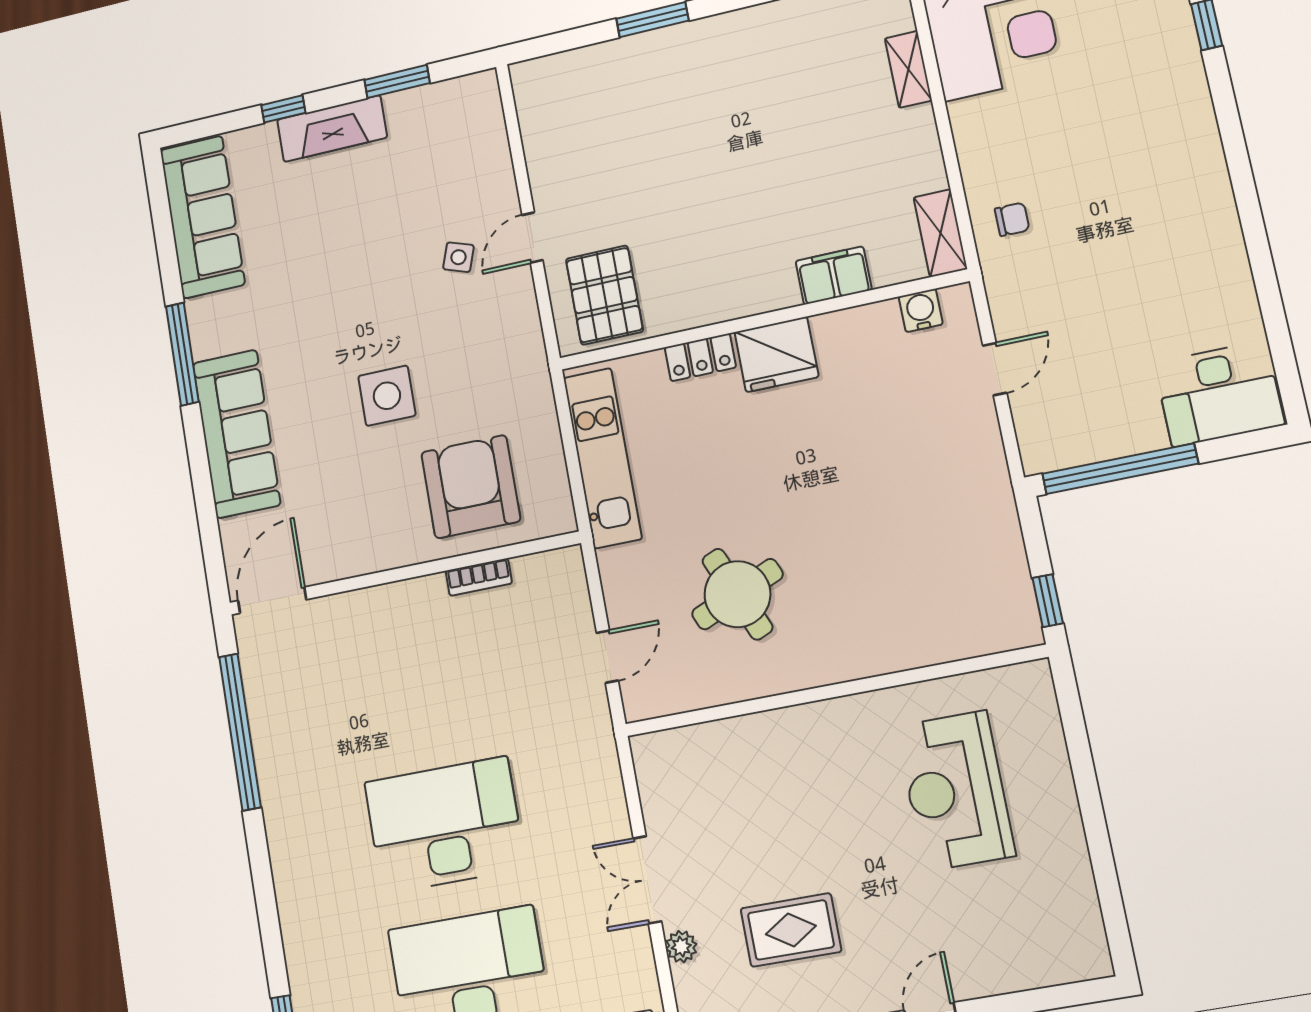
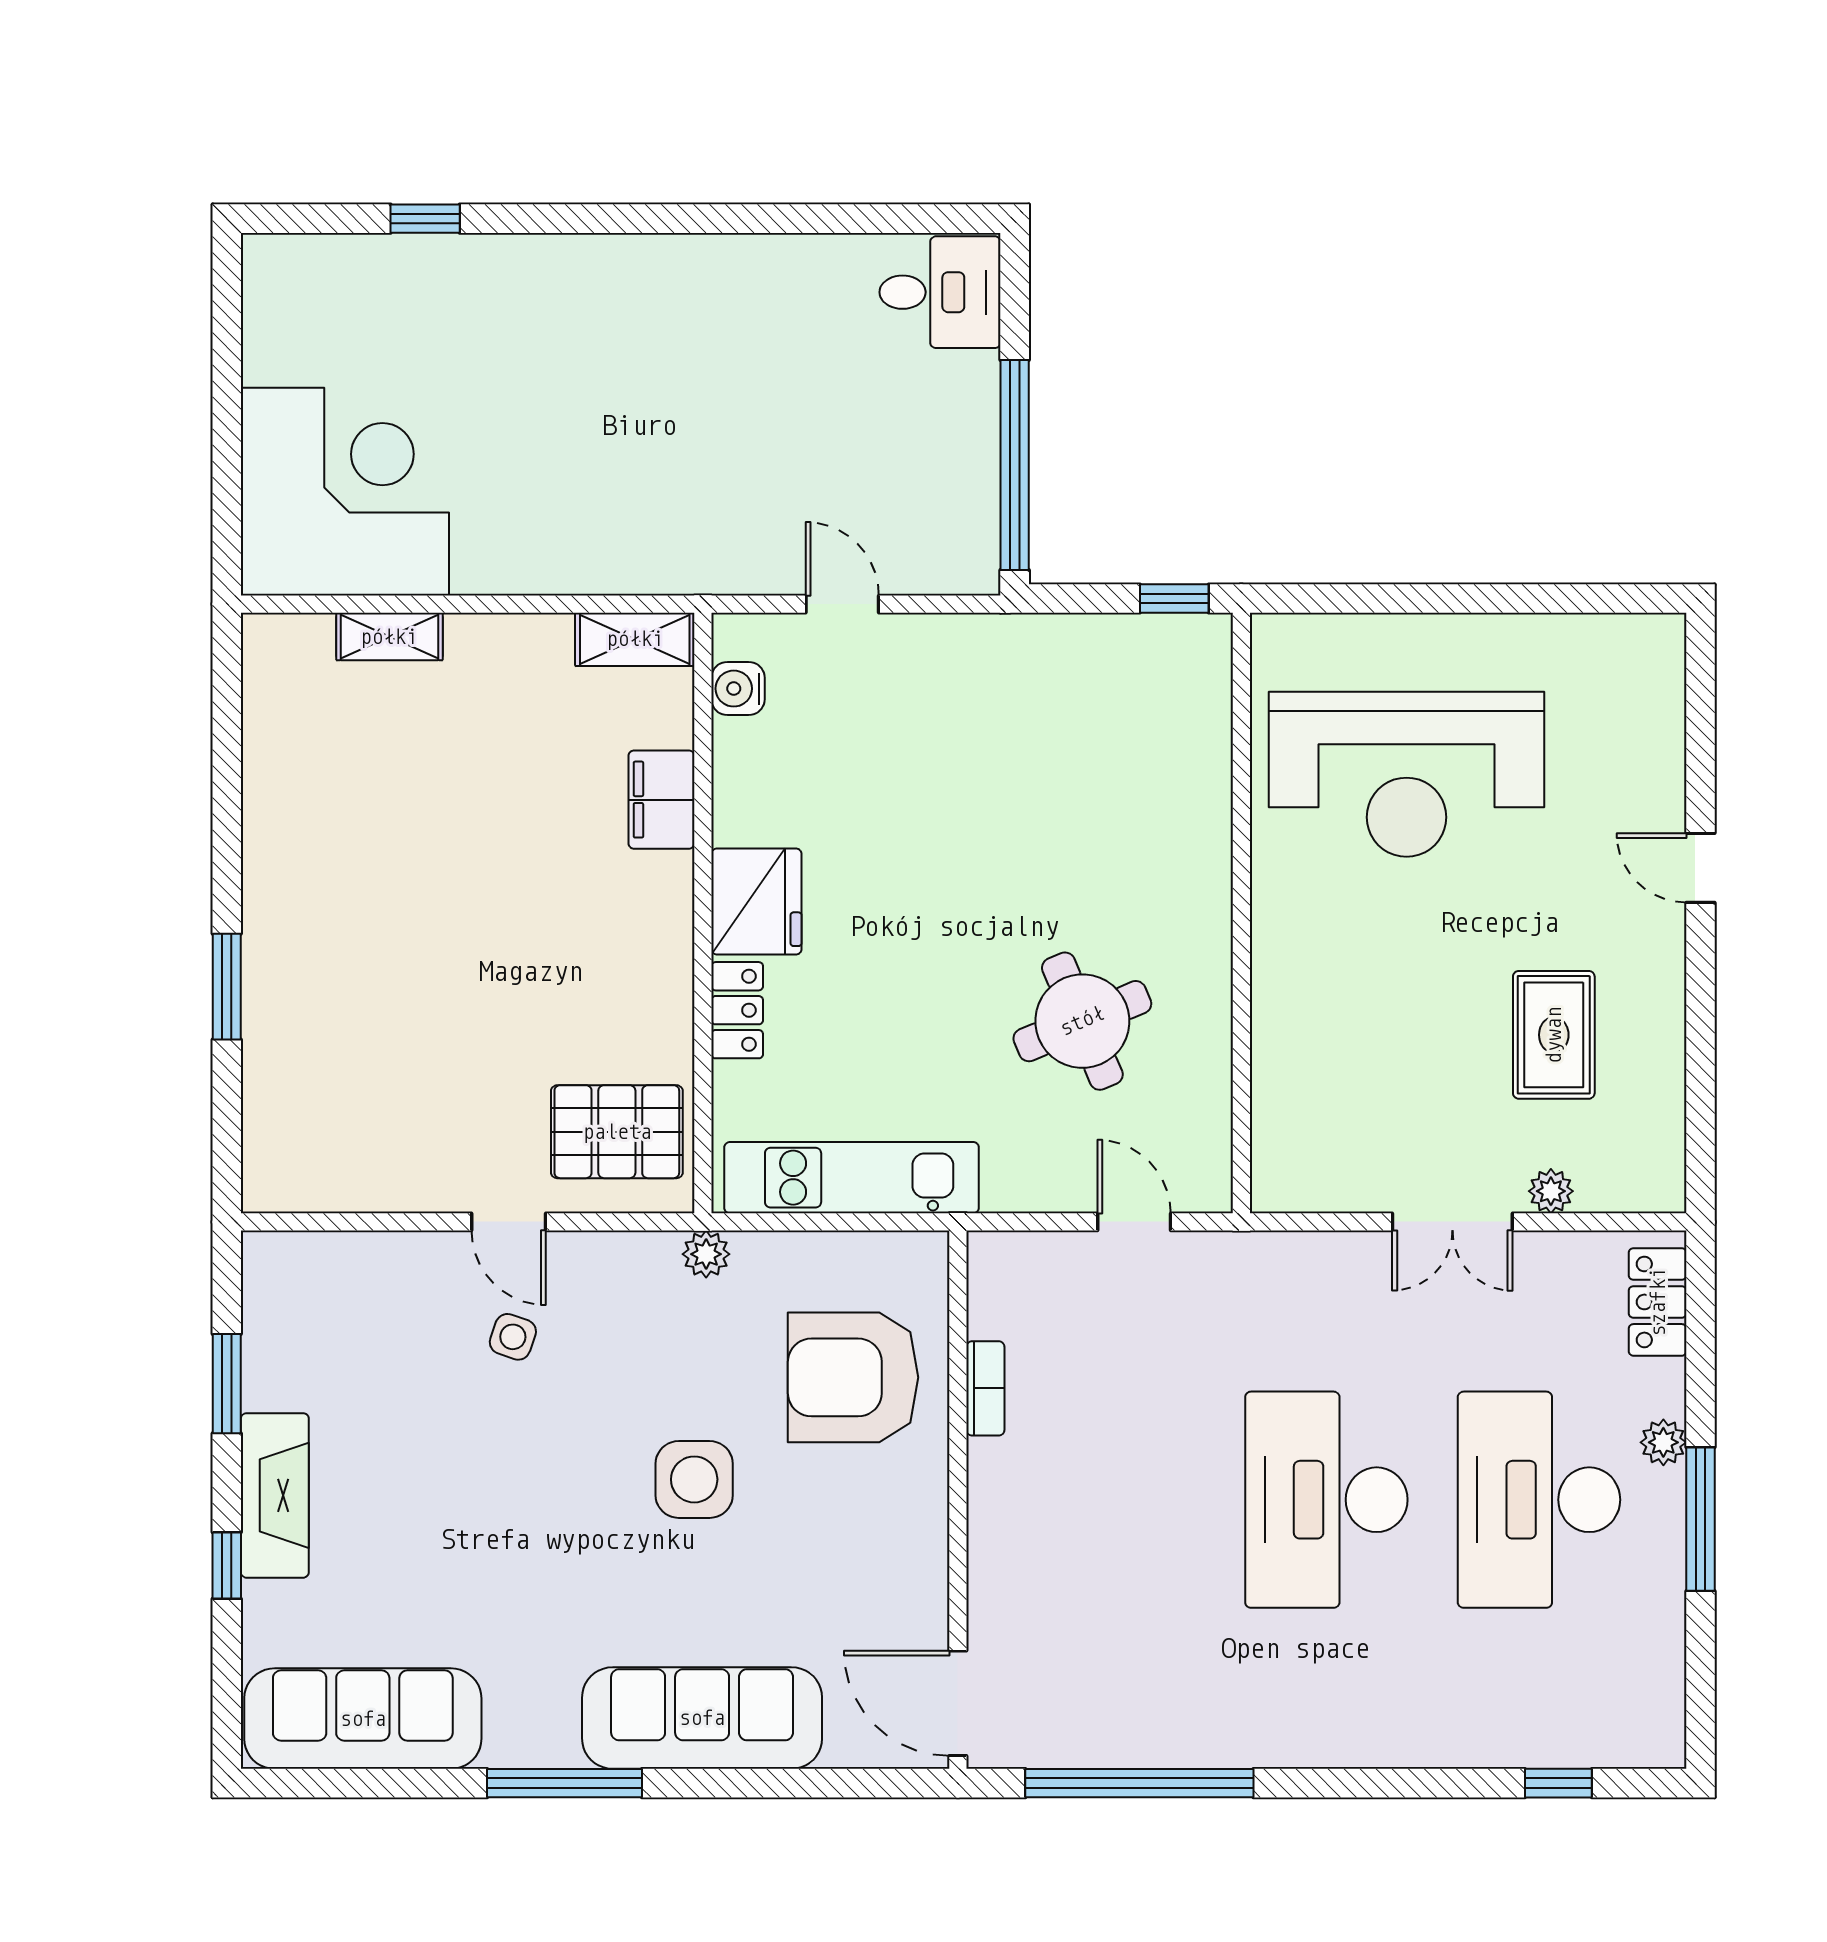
chair: (1012, 219) -> (638, 538), removed
plant: (534, 372) -> (706, 1254), added
desk: (1219, 394) -> (940, 292), width x0.73
reception desk: (956, 791) -> (1407, 774), width x1.36, depth x1.30

